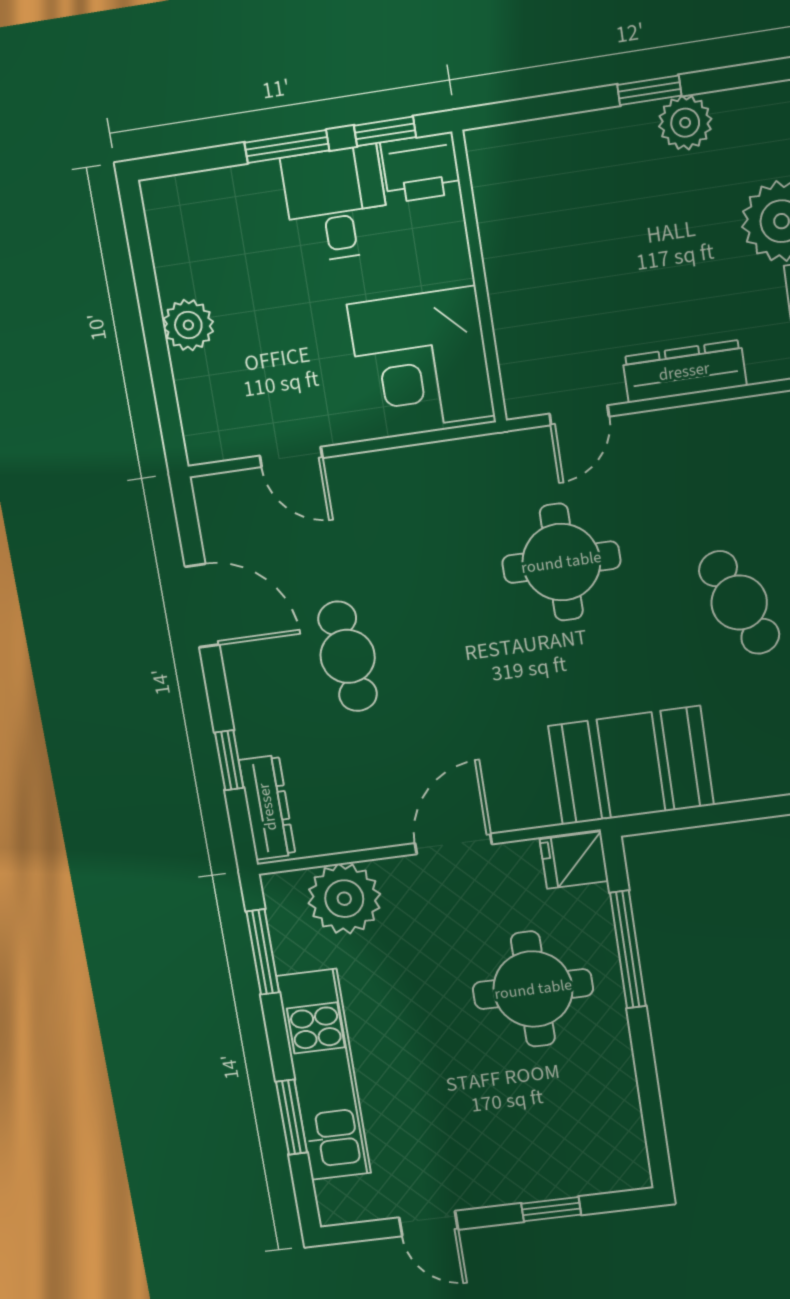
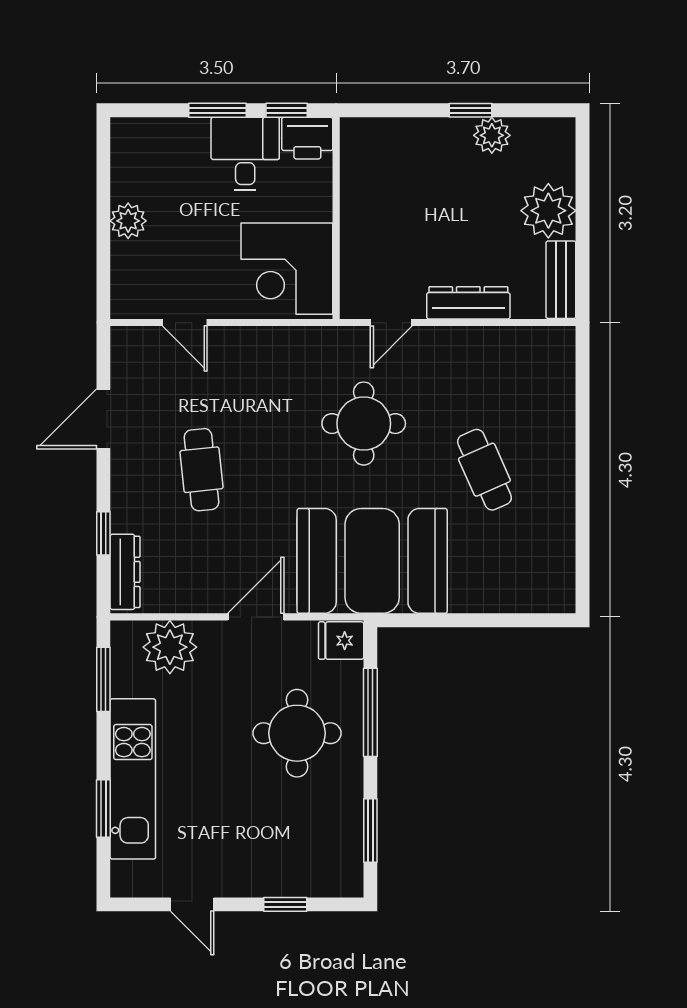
door: (202, 606) -> (103, 419), swing flipped
booth: (631, 765) -> (372, 561), width x1.36, depth x1.42
window: (650, 1102) -> (370, 831), added

